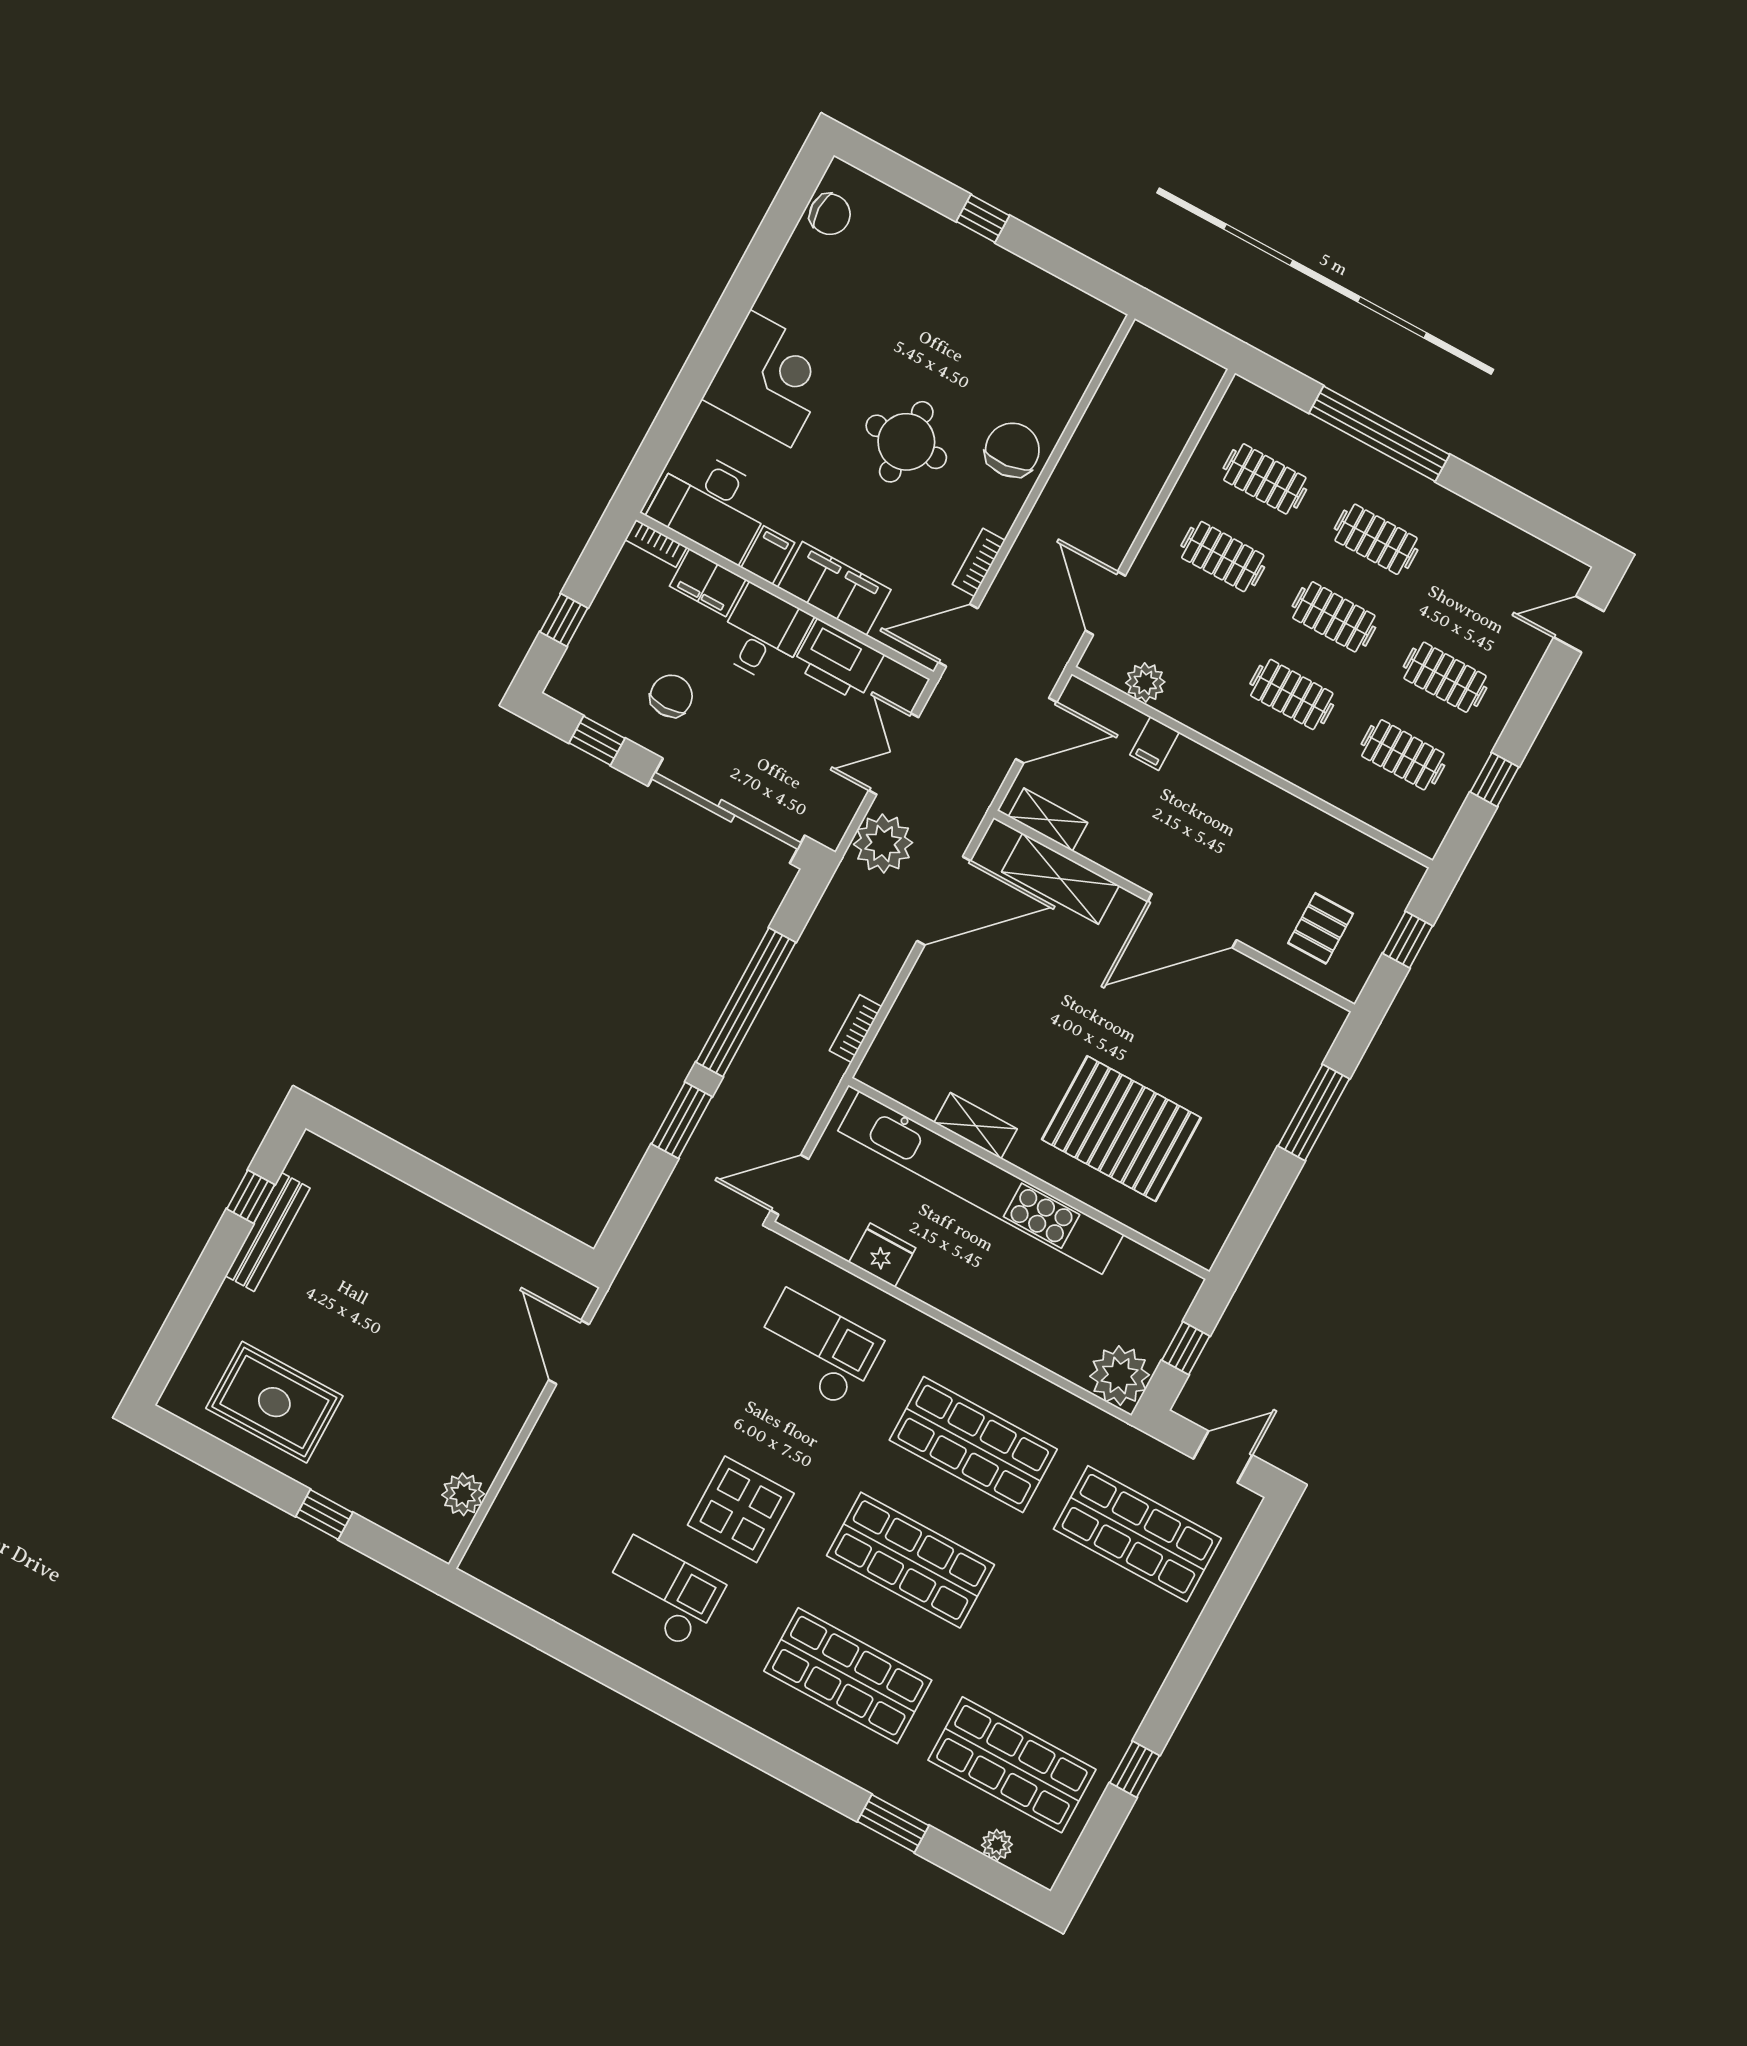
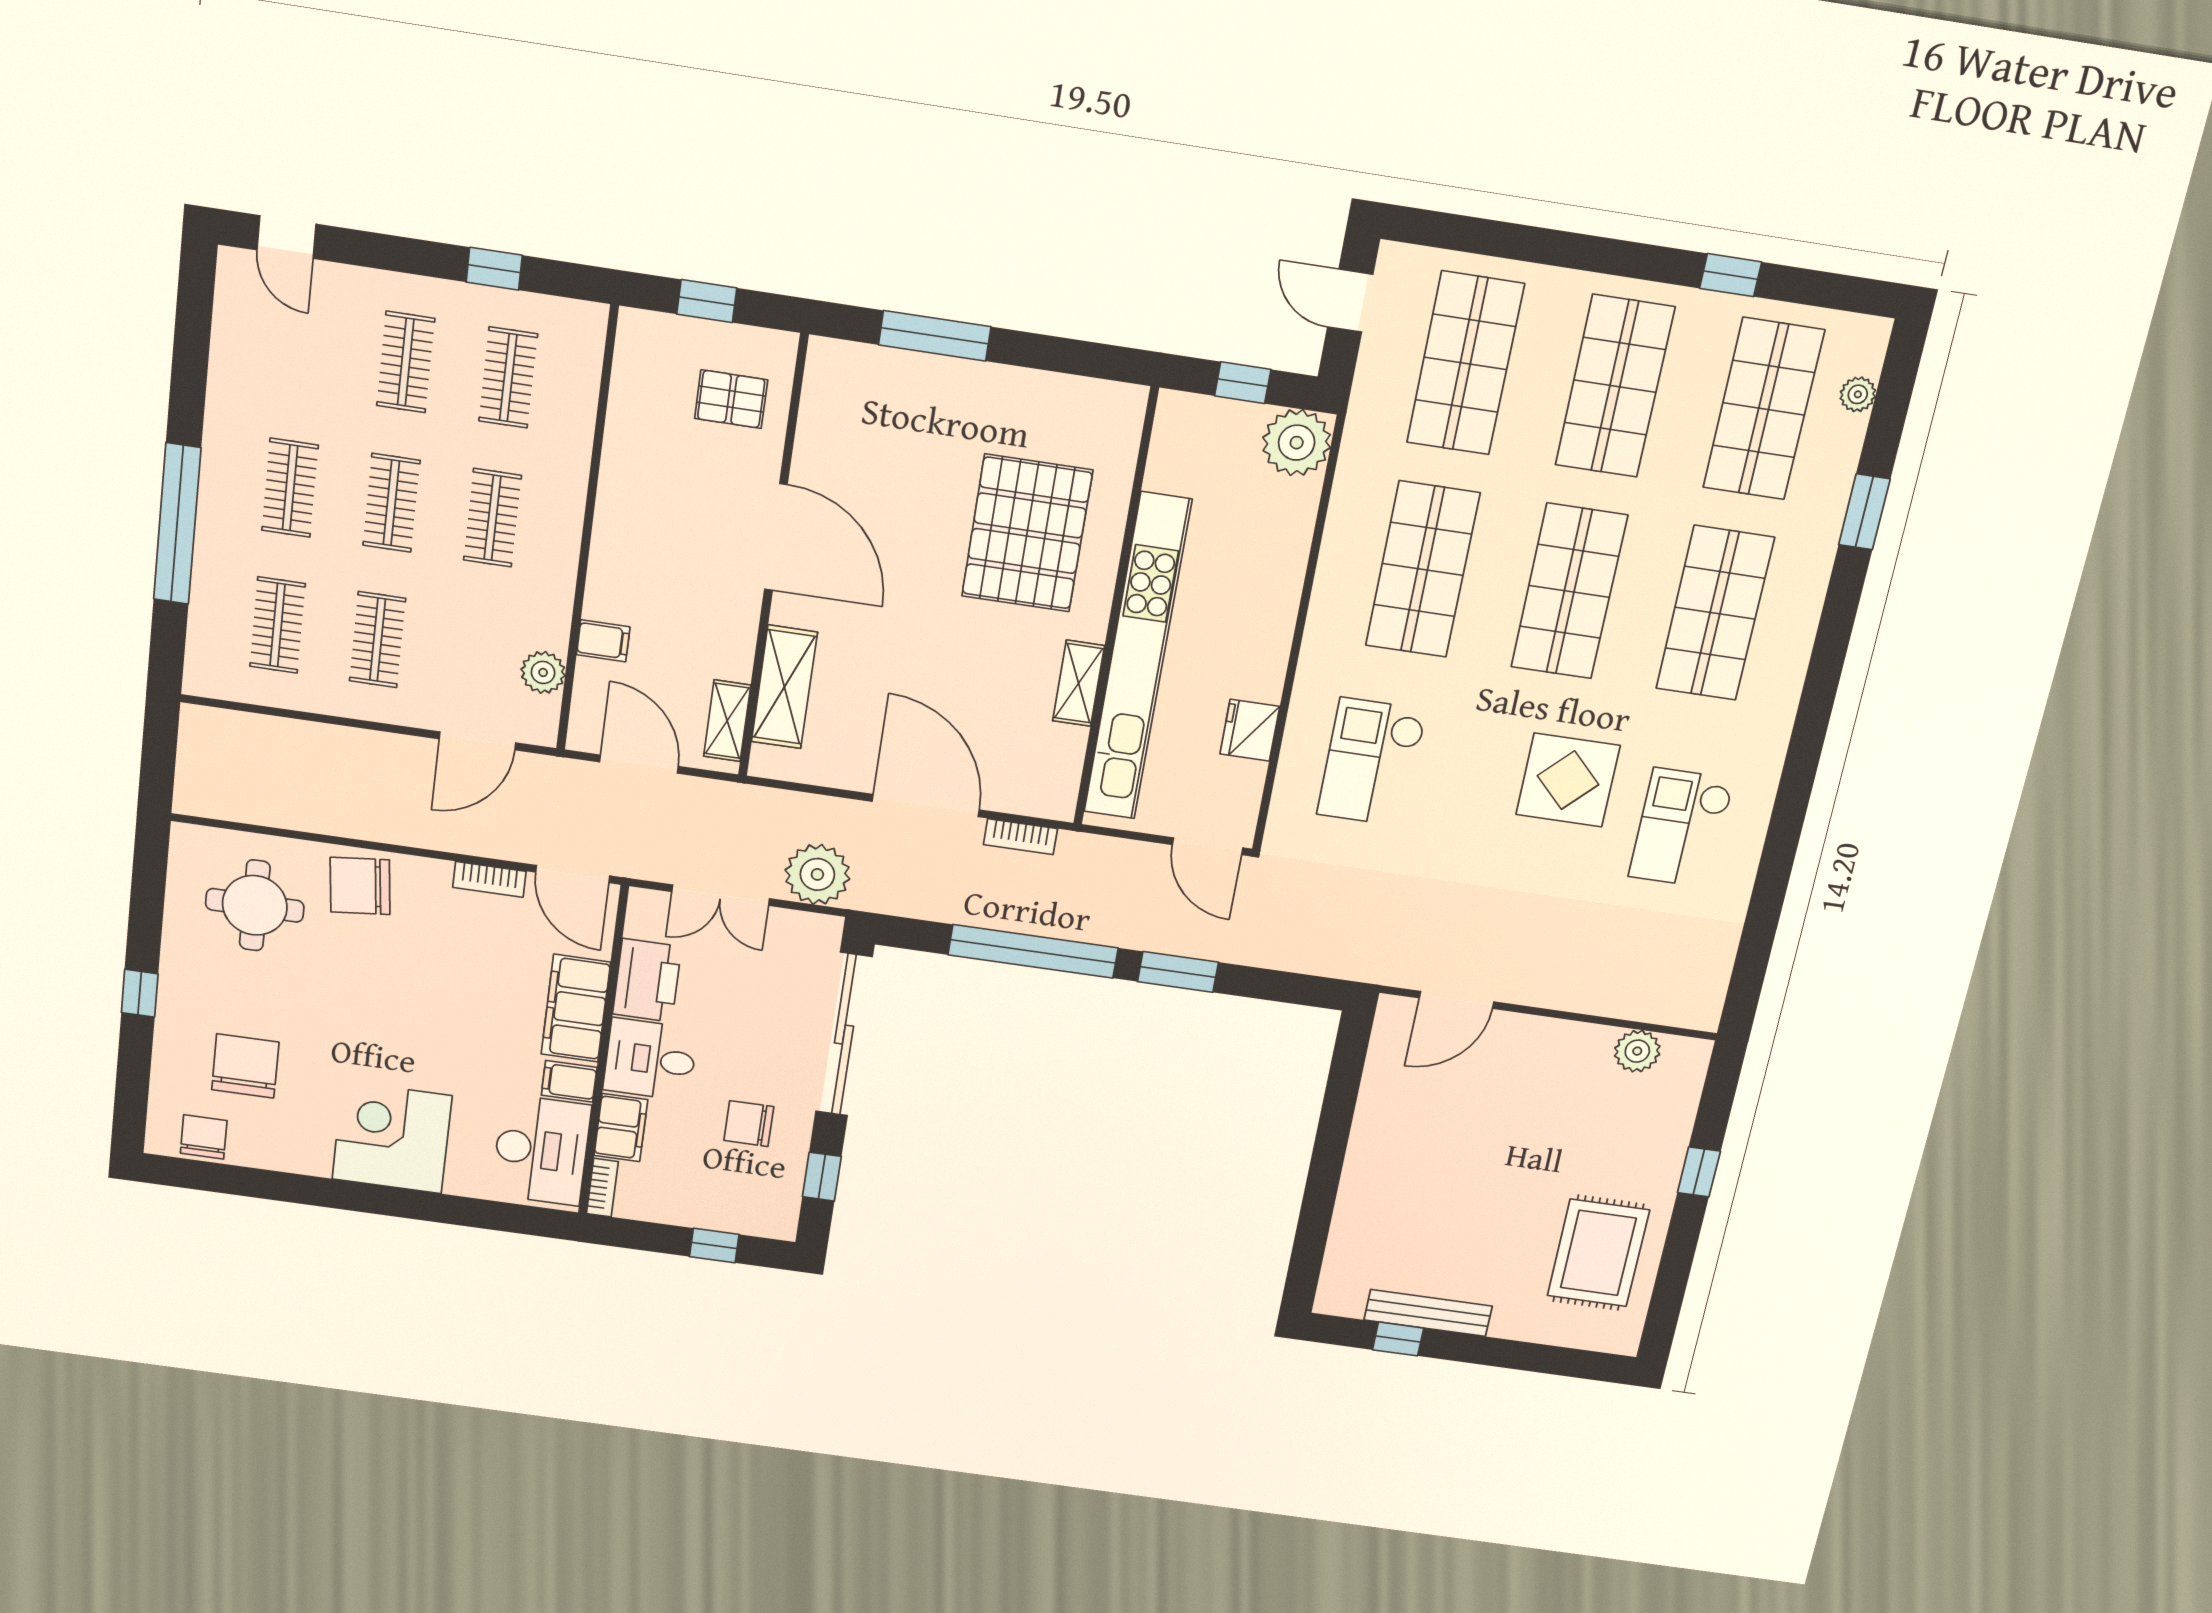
chair: (883, 280) -> (245, 1066), added
round table: (906, 442) -> (255, 905), moved
door: (944, 901) -> (926, 806), moved
shop shelf: (1075, 1649) -> (1615, 386), added

